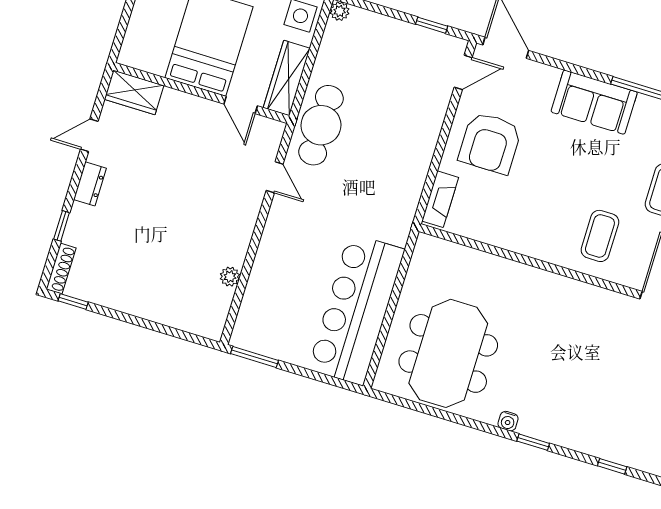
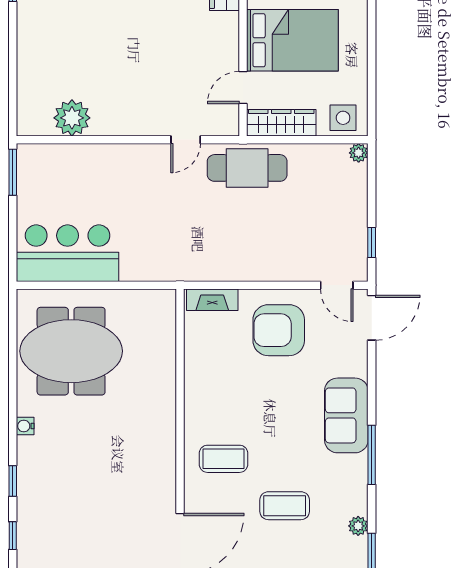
plant: (230, 277) -> (72, 118), width x1.87, depth x1.87
bar counter: (356, 309) -> (68, 253), width x0.73
window: (533, 442) -> (13, 481), moved

